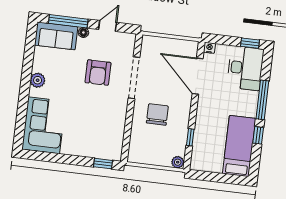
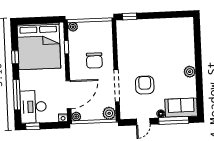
plant: (149, 44) -> (109, 113), added
plant: (192, 47) -> (76, 117), added
door: (198, 76) -> (69, 95), hinge flipped
window: (262, 100) -> (17, 95), moved
corner sofa: (44, 125) -> (179, 38), removed
bed: (239, 146) -> (39, 46), width x2.04

